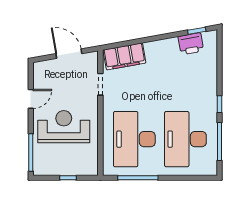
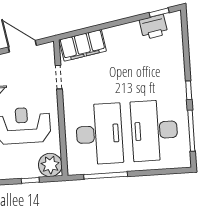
desk: (134, 139) -> (99, 134), turned 180
plant: (87, 165) -> (50, 165), added

